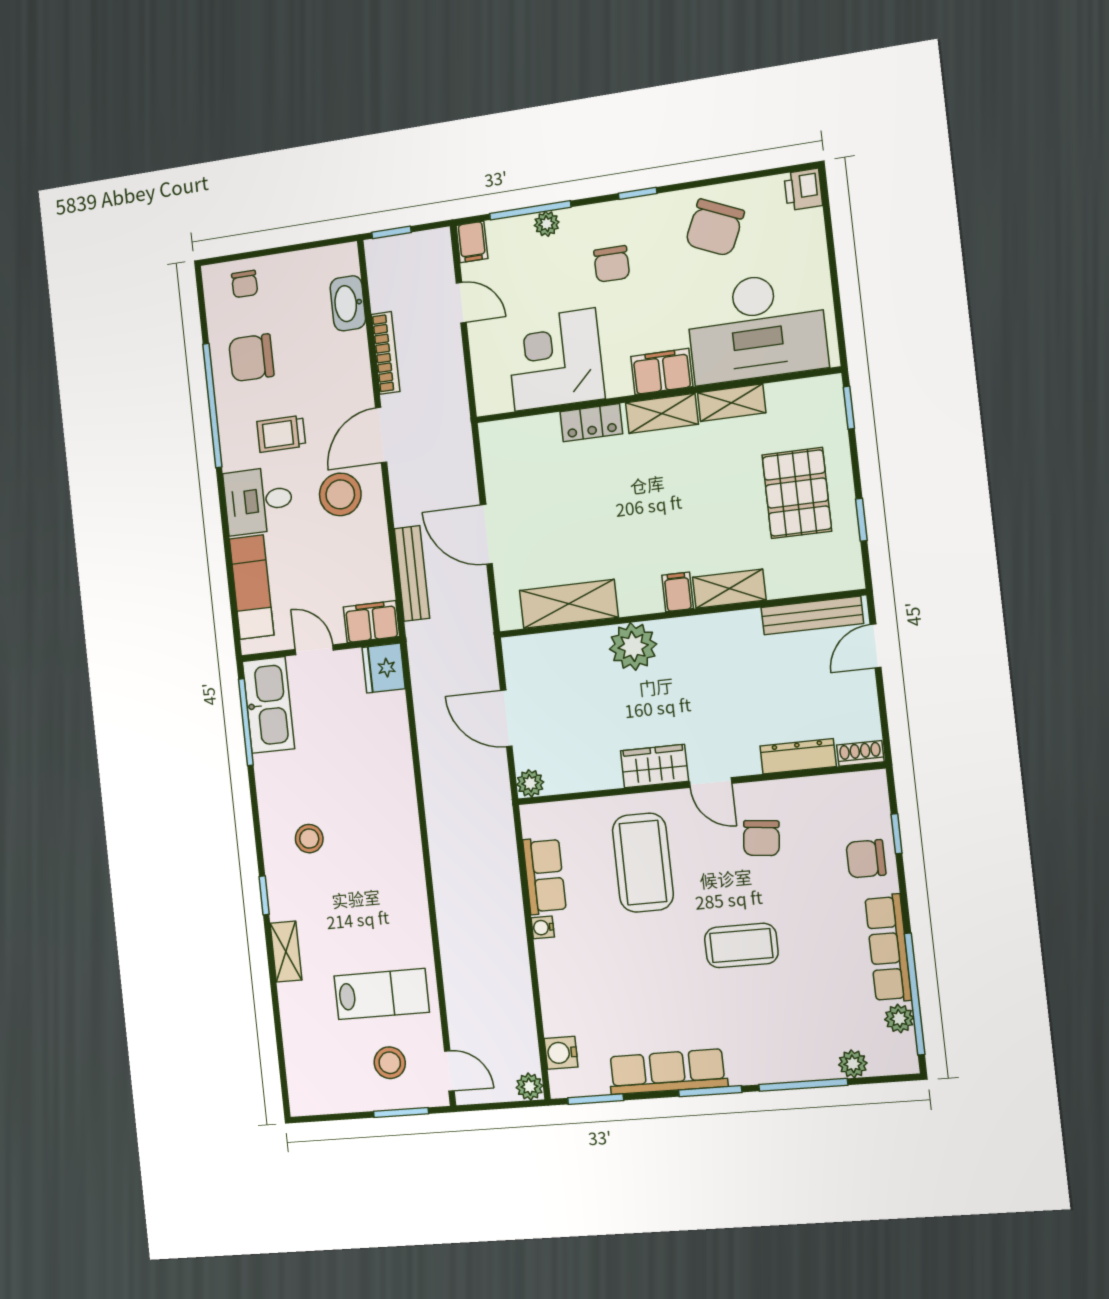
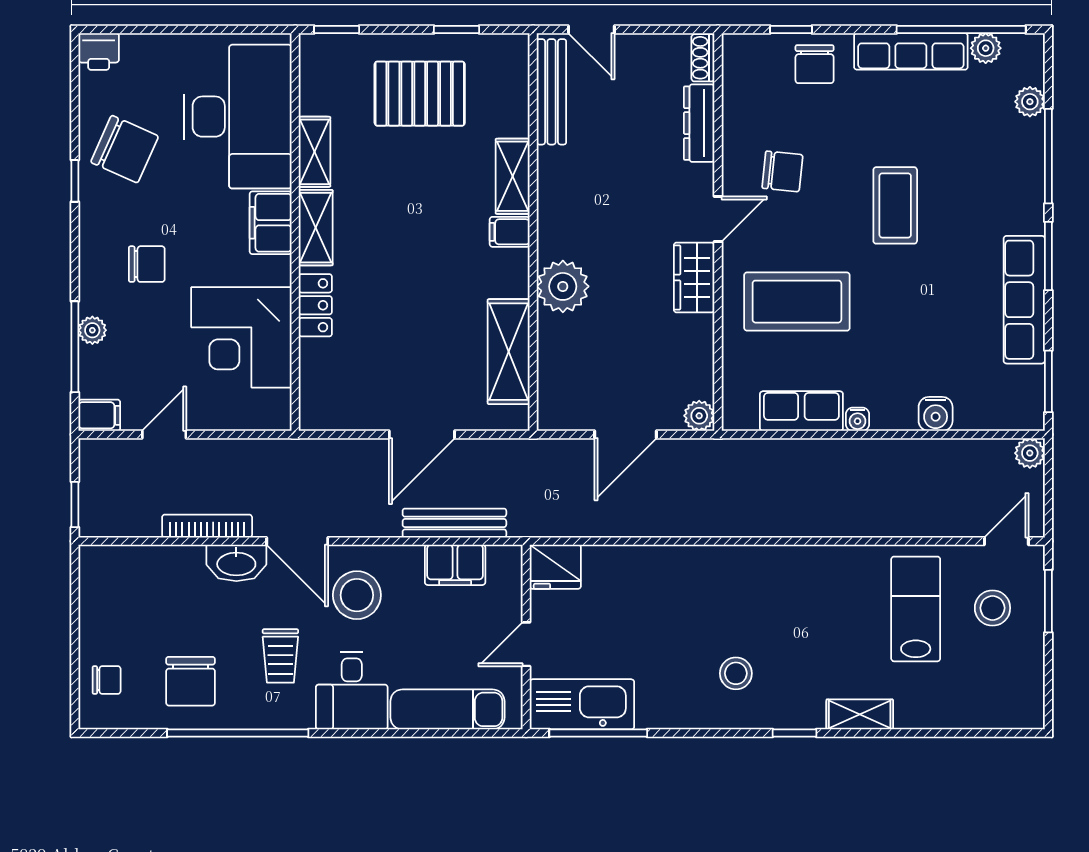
window: (638, 193) -> (75, 181), moved
washbasin: (348, 303) -> (236, 563), moved
filing cabinet: (371, 622) -> (455, 565), moved, turned -90
water cooler: (561, 1053) -> (936, 414), moved

